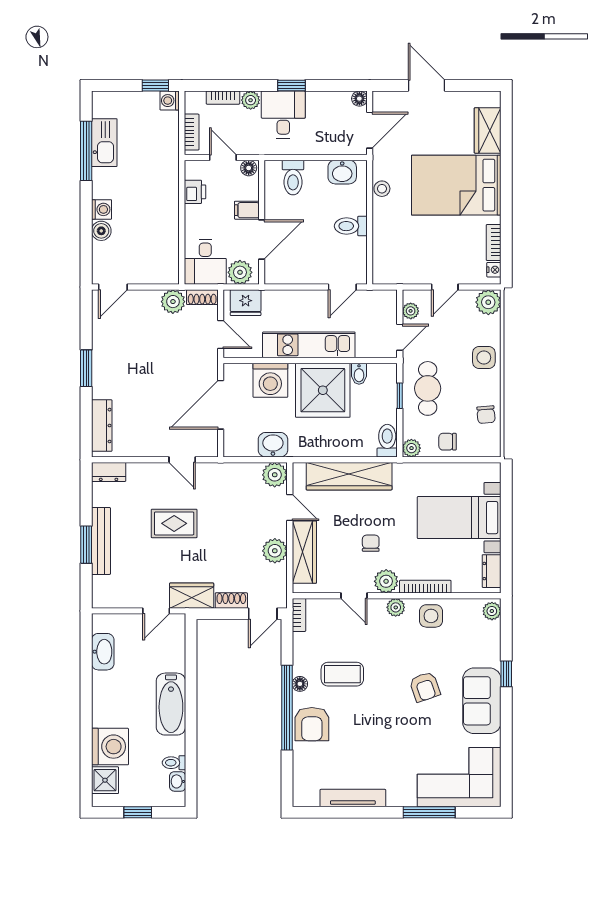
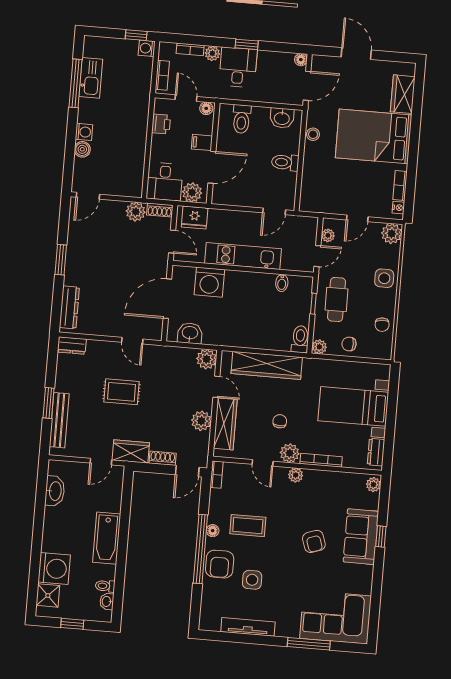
shower: (323, 390) -> (251, 294), removed
washbasin: (273, 445) -> (190, 333), moved
bench: (101, 541) -> (59, 420), moved
side table: (431, 616) -> (252, 580), moved
sofa: (482, 701) -> (361, 537), moved

